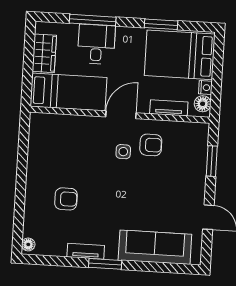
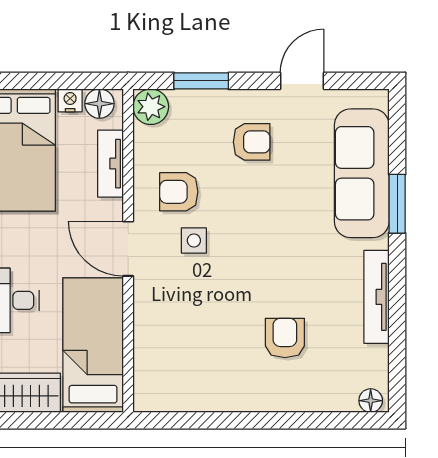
plant: (199, 132) -> (151, 107), added
armchair: (151, 145) -> (179, 192), turned -90
armchair: (176, 187) -> (252, 142), added
tv unit: (86, 251) -> (377, 297), width x1.41
window: (105, 264) -> (397, 204), moved

